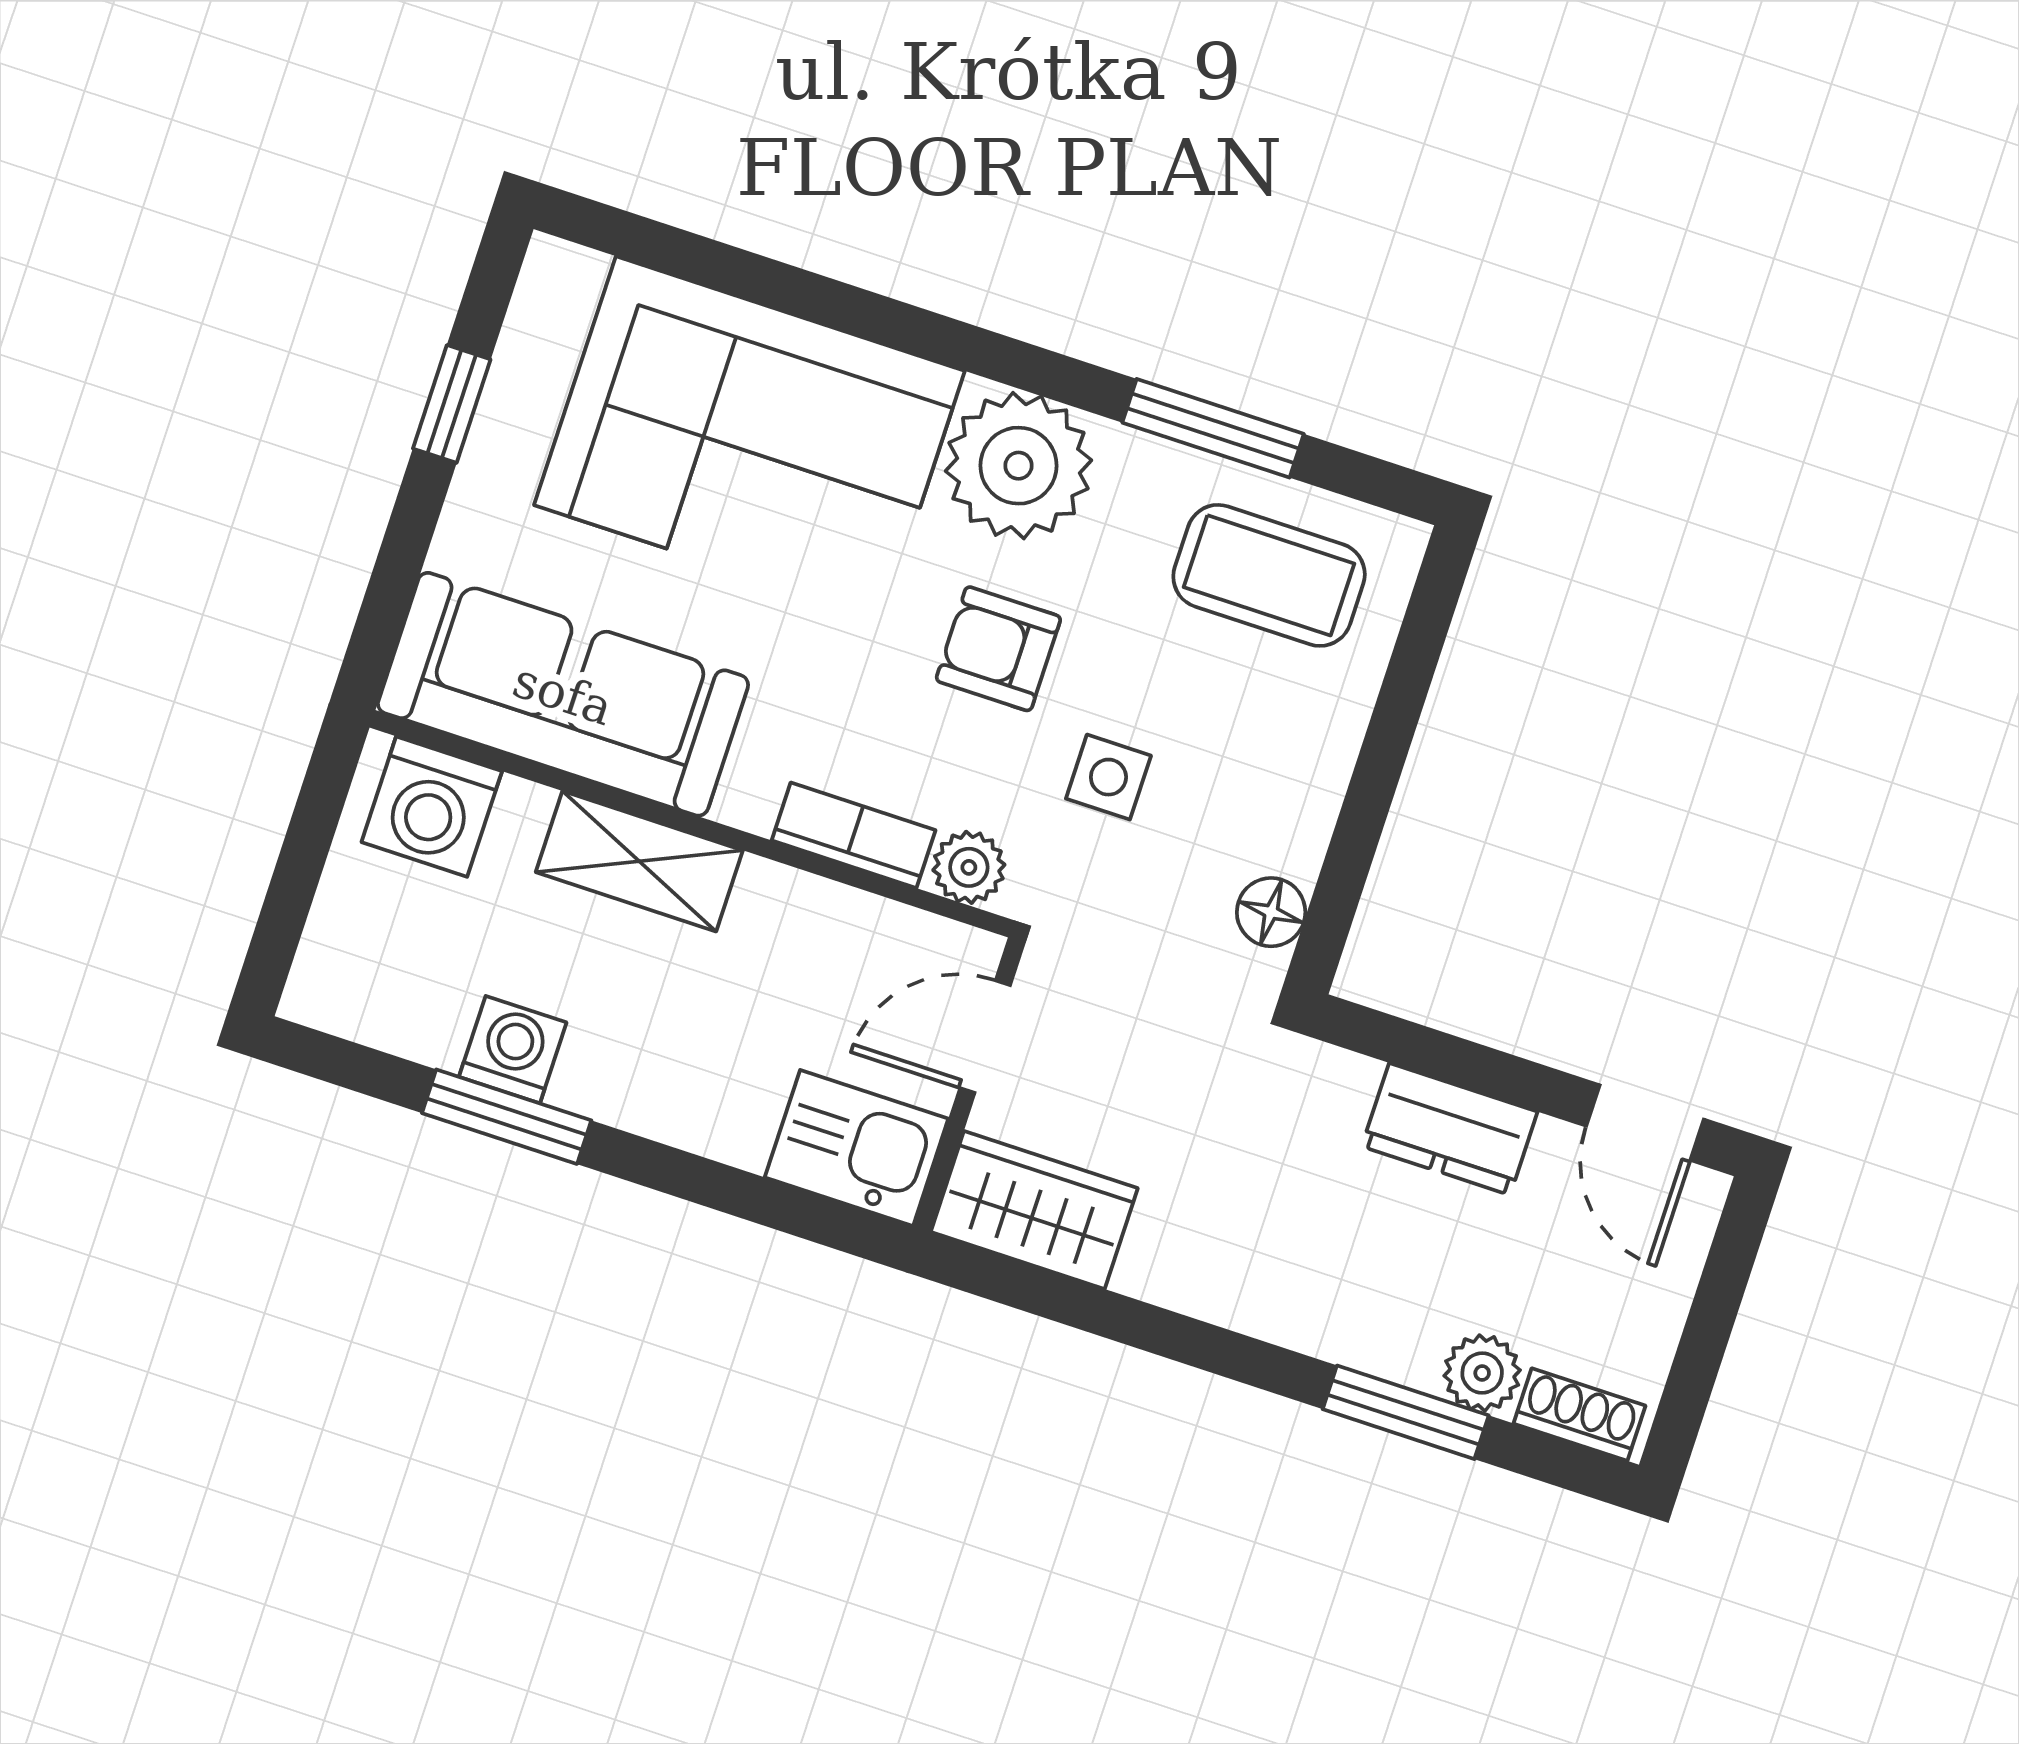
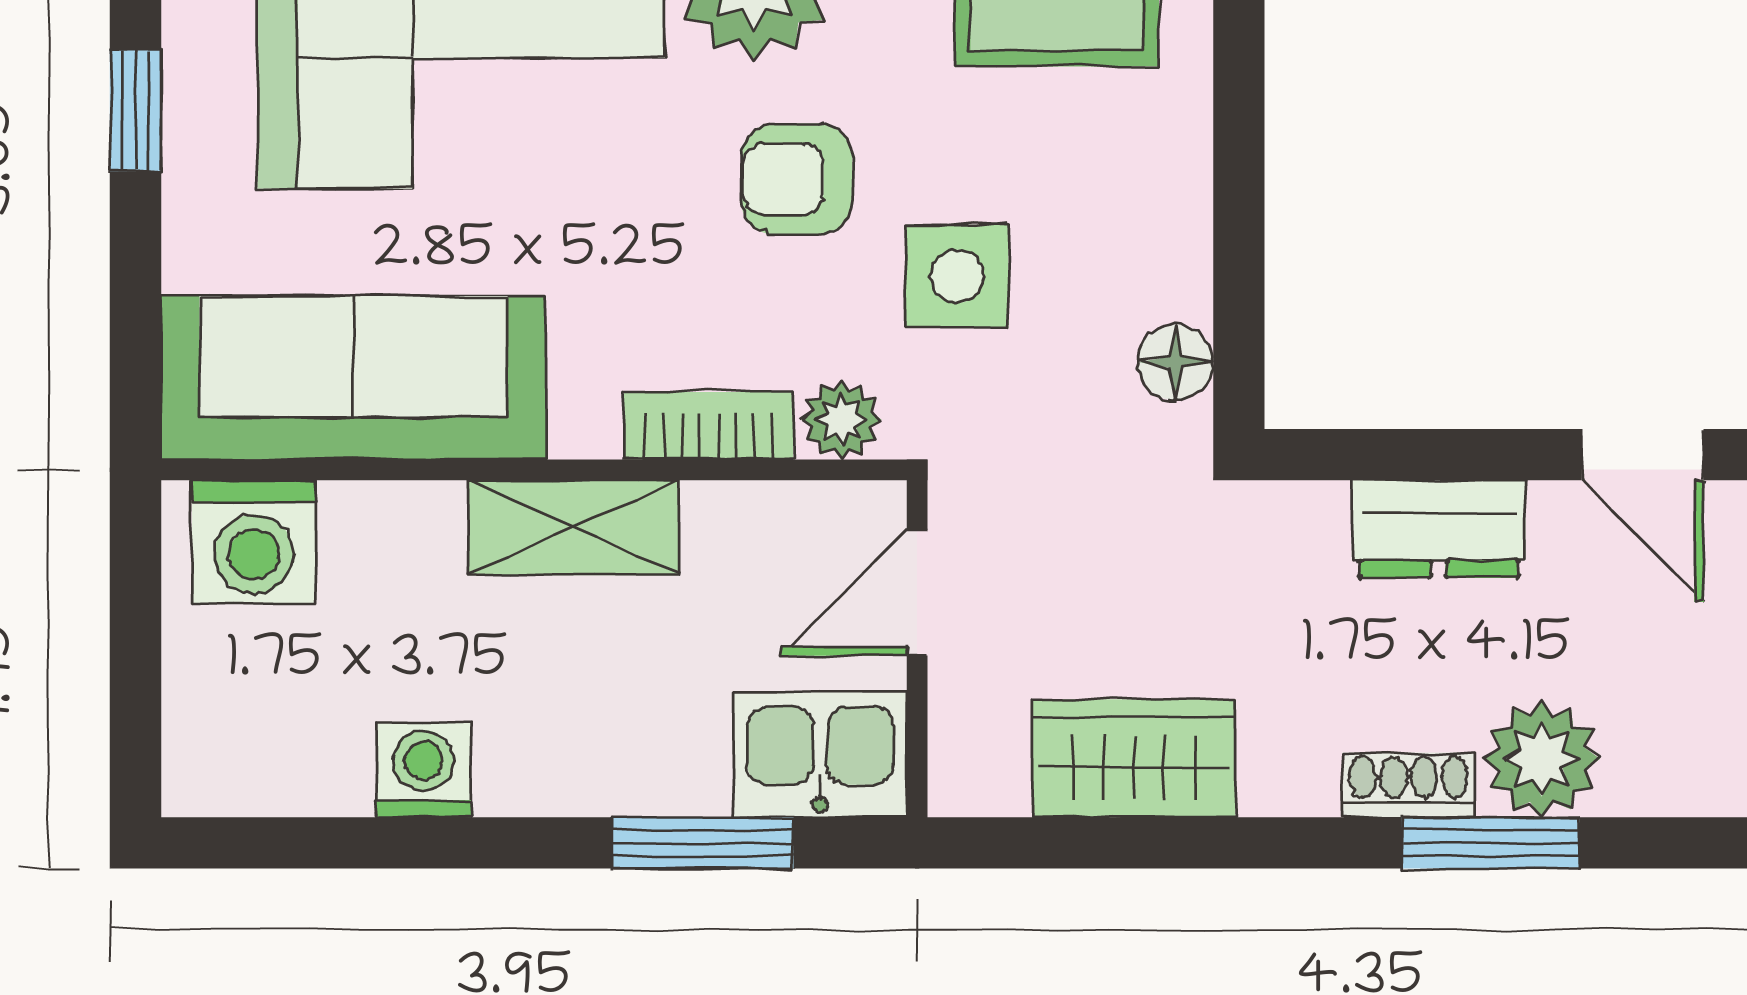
side table: (1108, 777) -> (957, 276), width x1.37, depth x1.37
shelving: (639, 861) -> (574, 528), moved
window: (507, 1117) -> (703, 843), moved
wardrobe: (1034, 1210) -> (1134, 758), moved
plant: (1482, 1373) -> (1542, 759), width x1.38, depth x1.38
shoe rack: (1580, 1415) -> (1409, 785), moved

